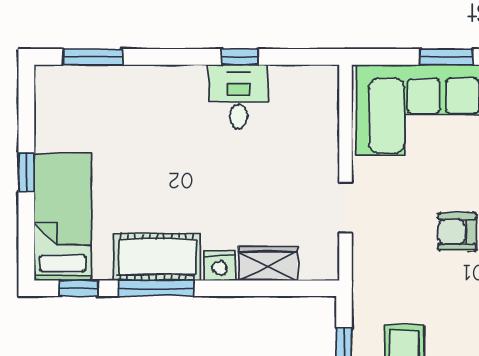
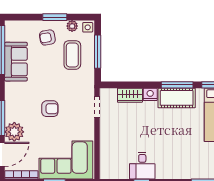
doorway: (346, 208) -> (97, 107), moved

